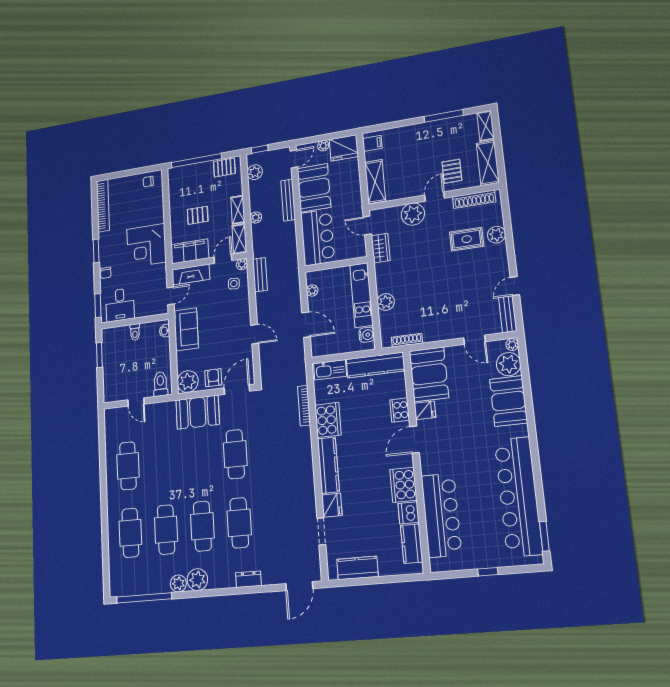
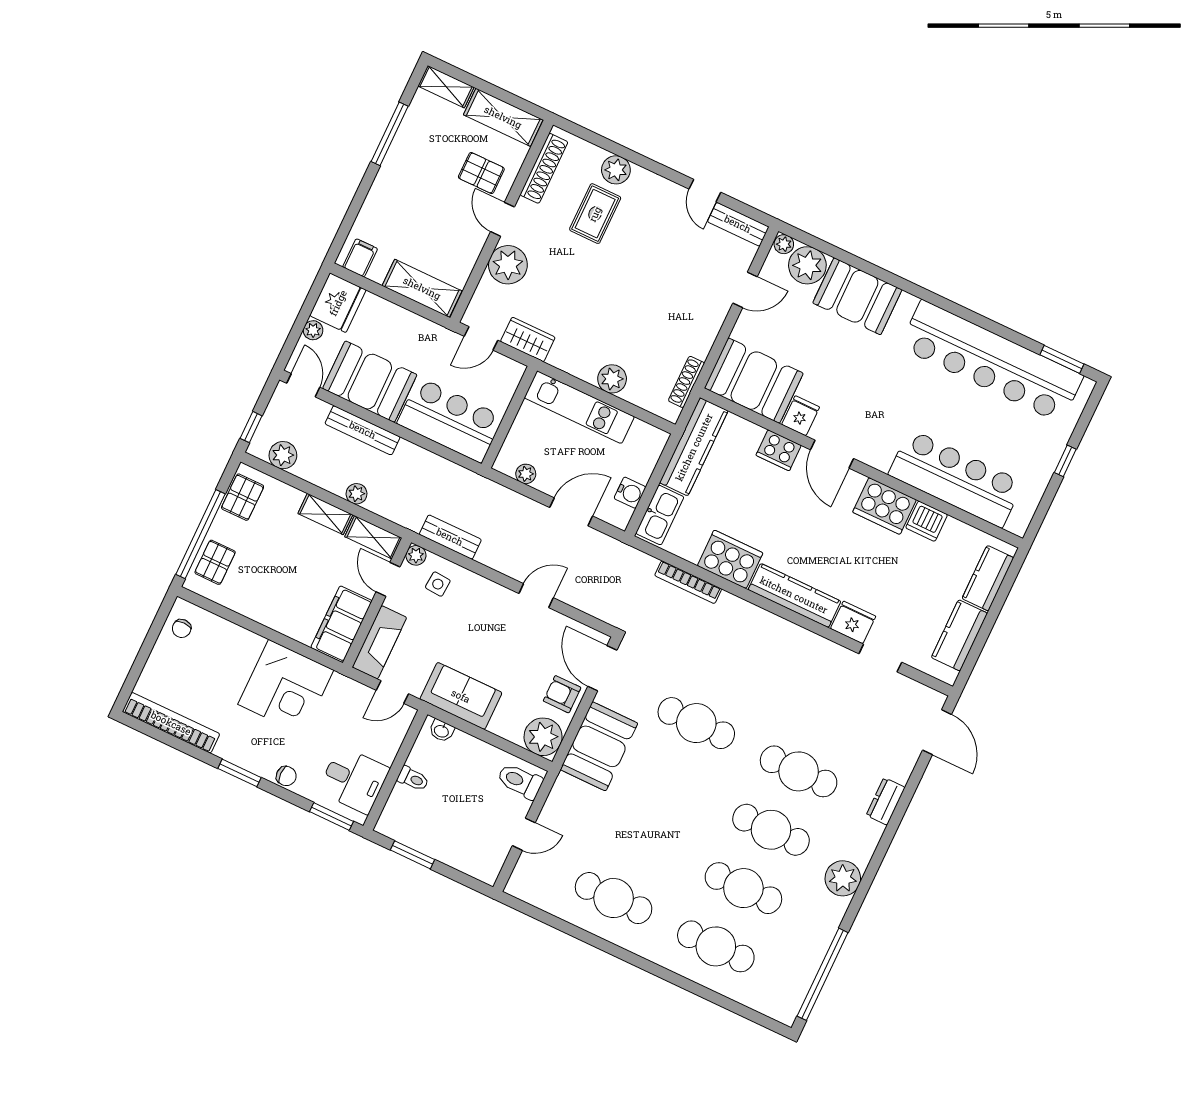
pallet: (198, 215) -> (215, 562), moved
door: (171, 296) -> (392, 692), swing flipped
water cooler: (367, 335) -> (630, 493), moved, turned 90
kitchen counter: (412, 544) -> (988, 578), moved, turned 90
plant: (178, 583) -> (832, 910), removed

